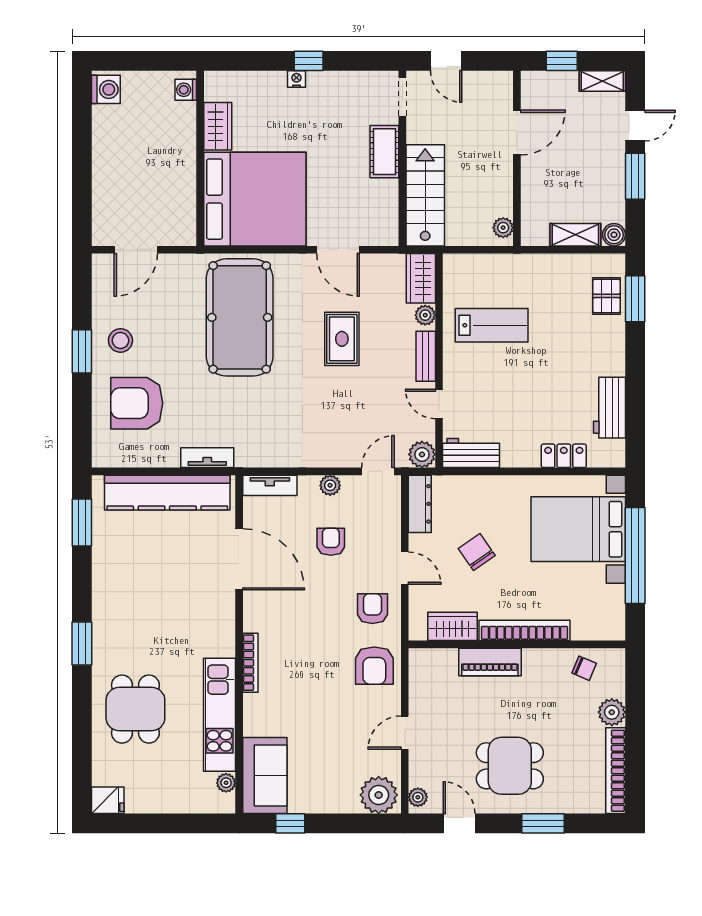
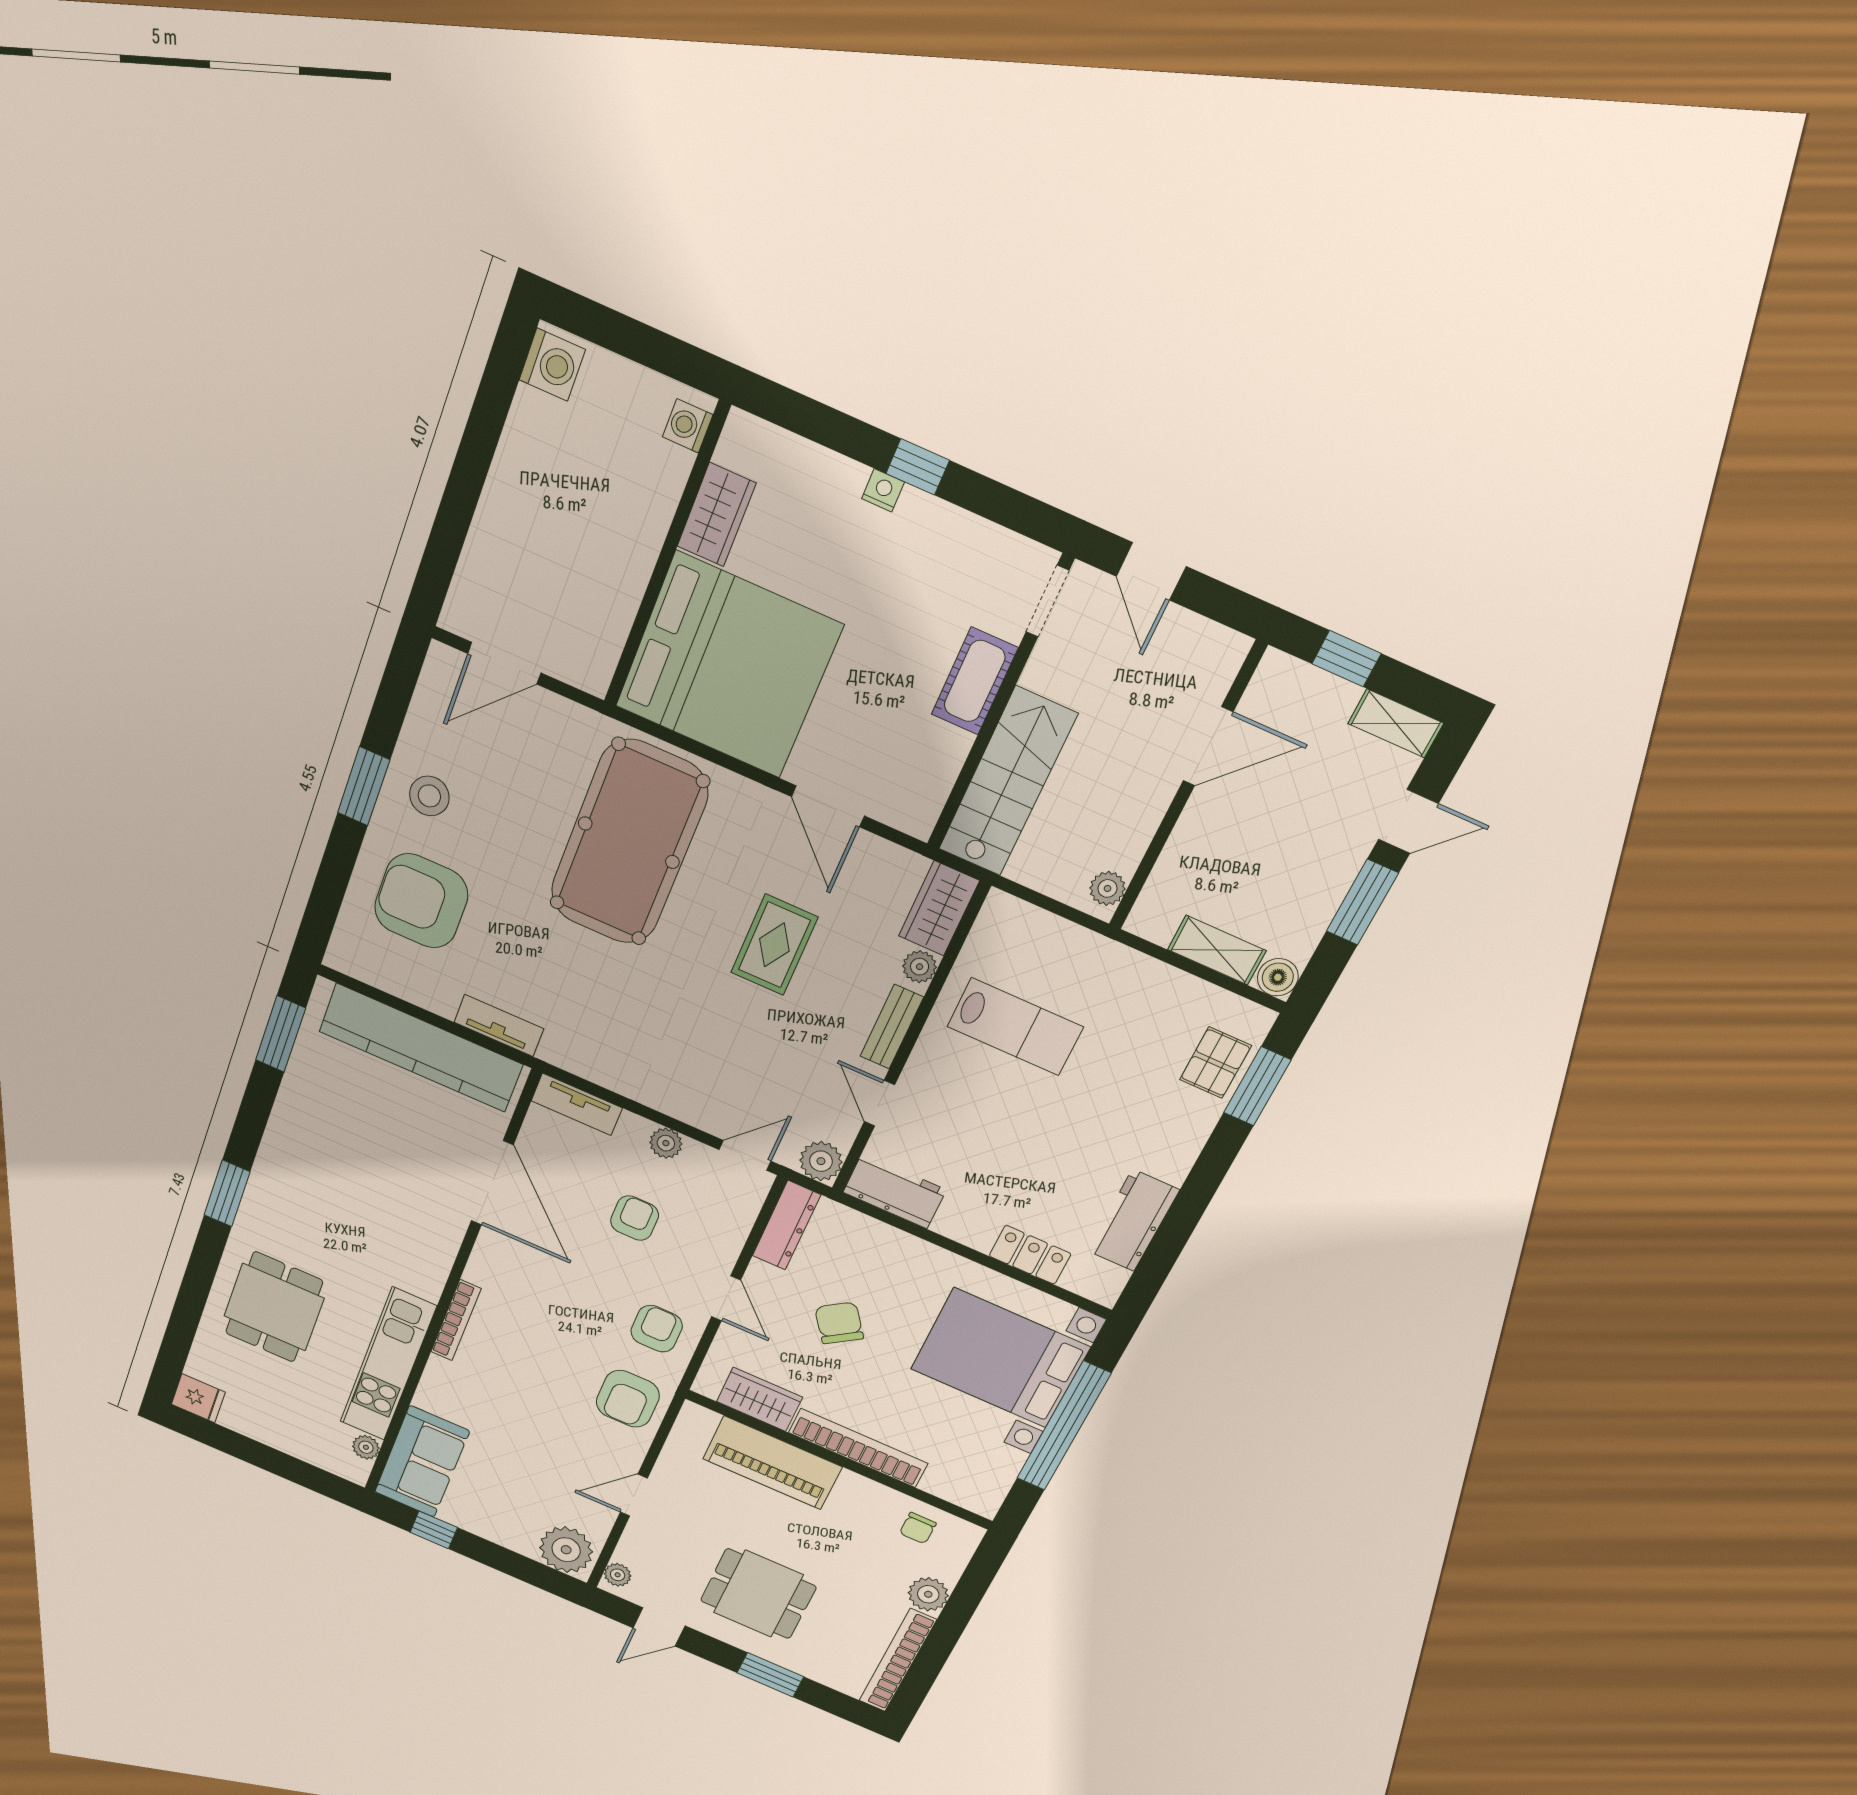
piano: (490, 662) -> (772, 1463), width x1.37, depth x1.33
chair: (584, 668) -> (918, 1528), turned 67
door: (459, 823) -> (659, 1627), swing flipped

